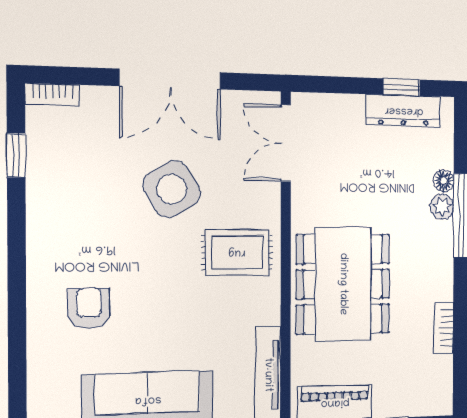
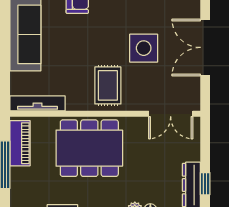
double door: (286, 143) -> (171, 114), swing flipped
side table: (172, 189) -> (144, 48), turned 31

